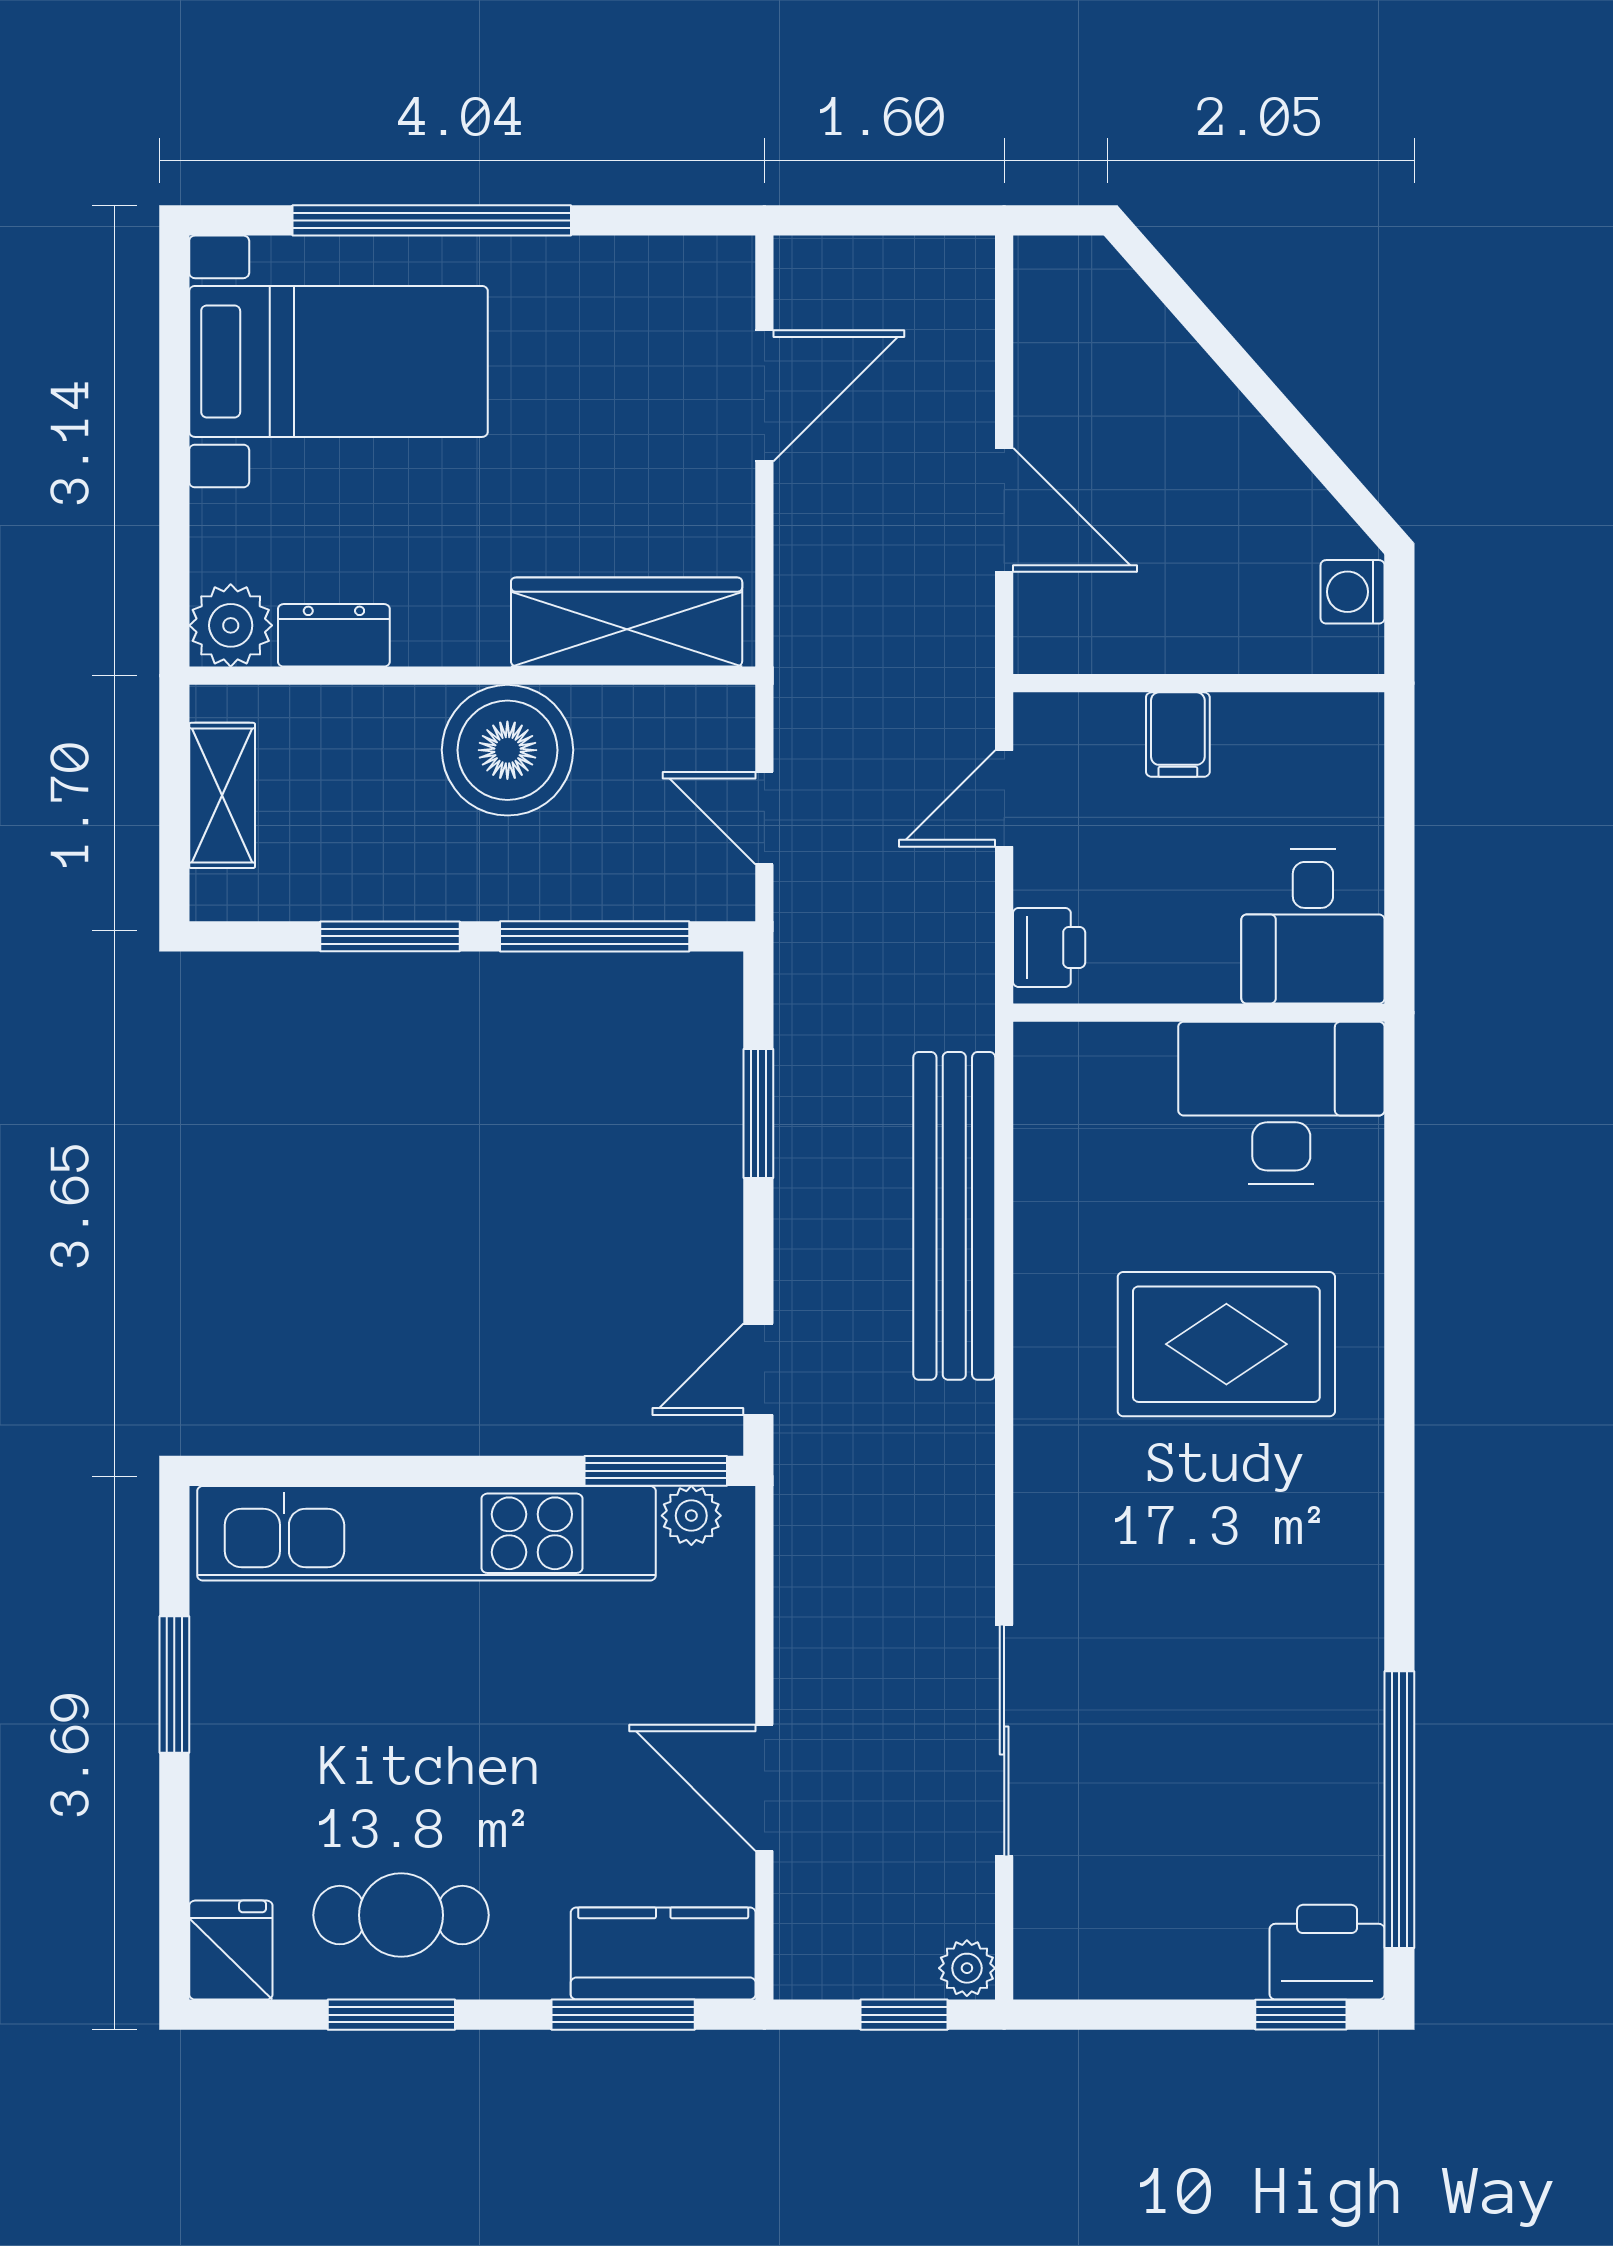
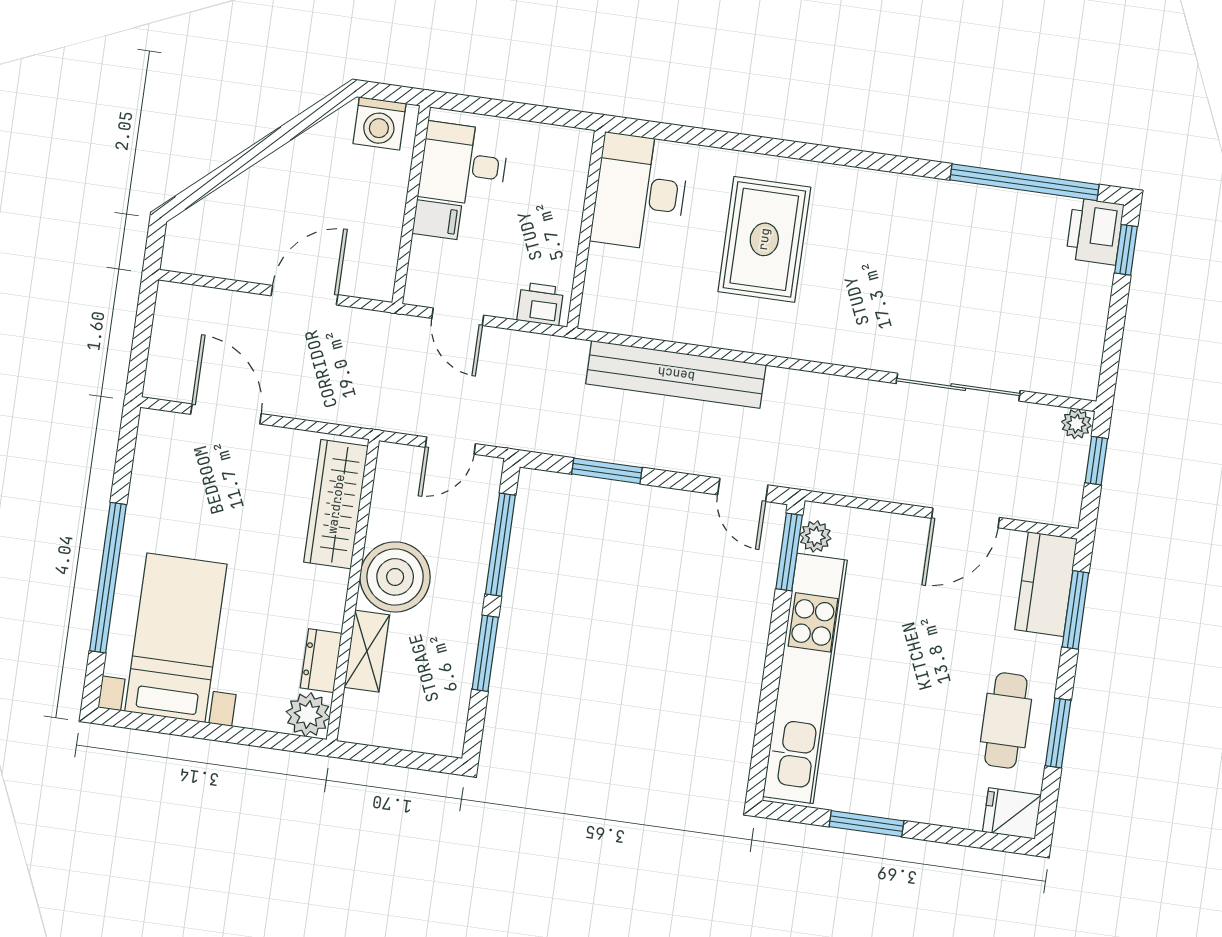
washing machine: (1353, 592) -> (380, 123), width x1.38, depth x1.38
shelving: (222, 795) -> (367, 651), moved, turned 90
desk: (1313, 927) -> (463, 164), moved, turned 180

